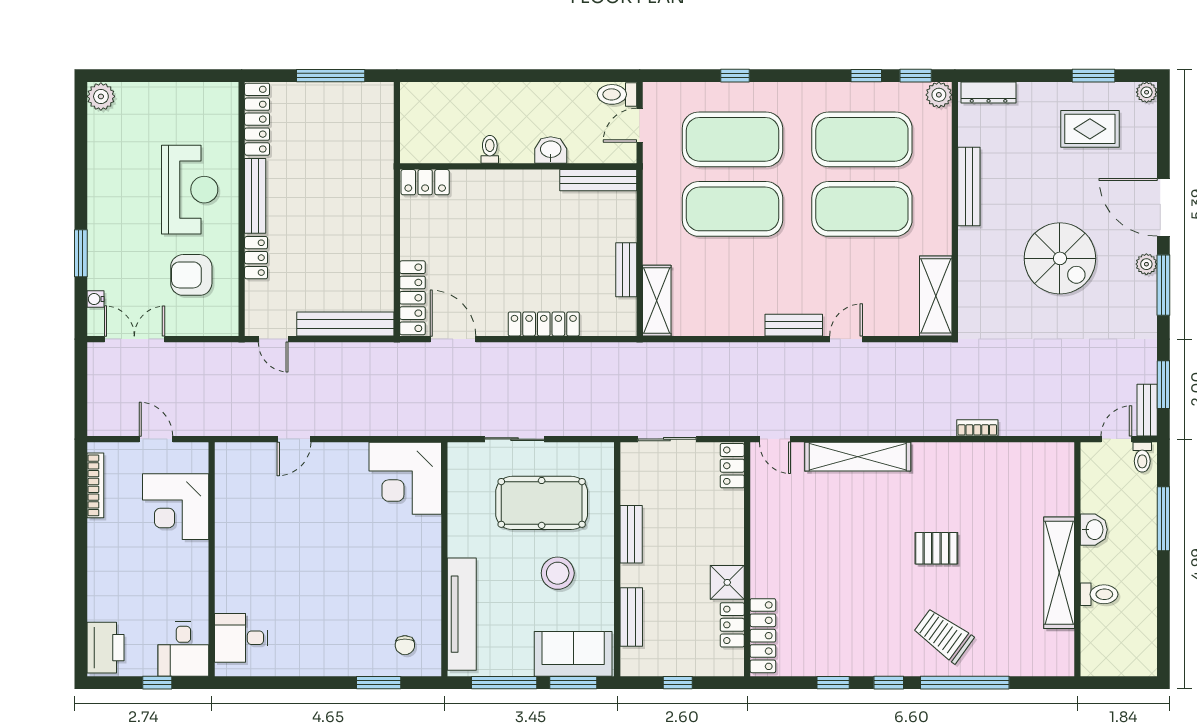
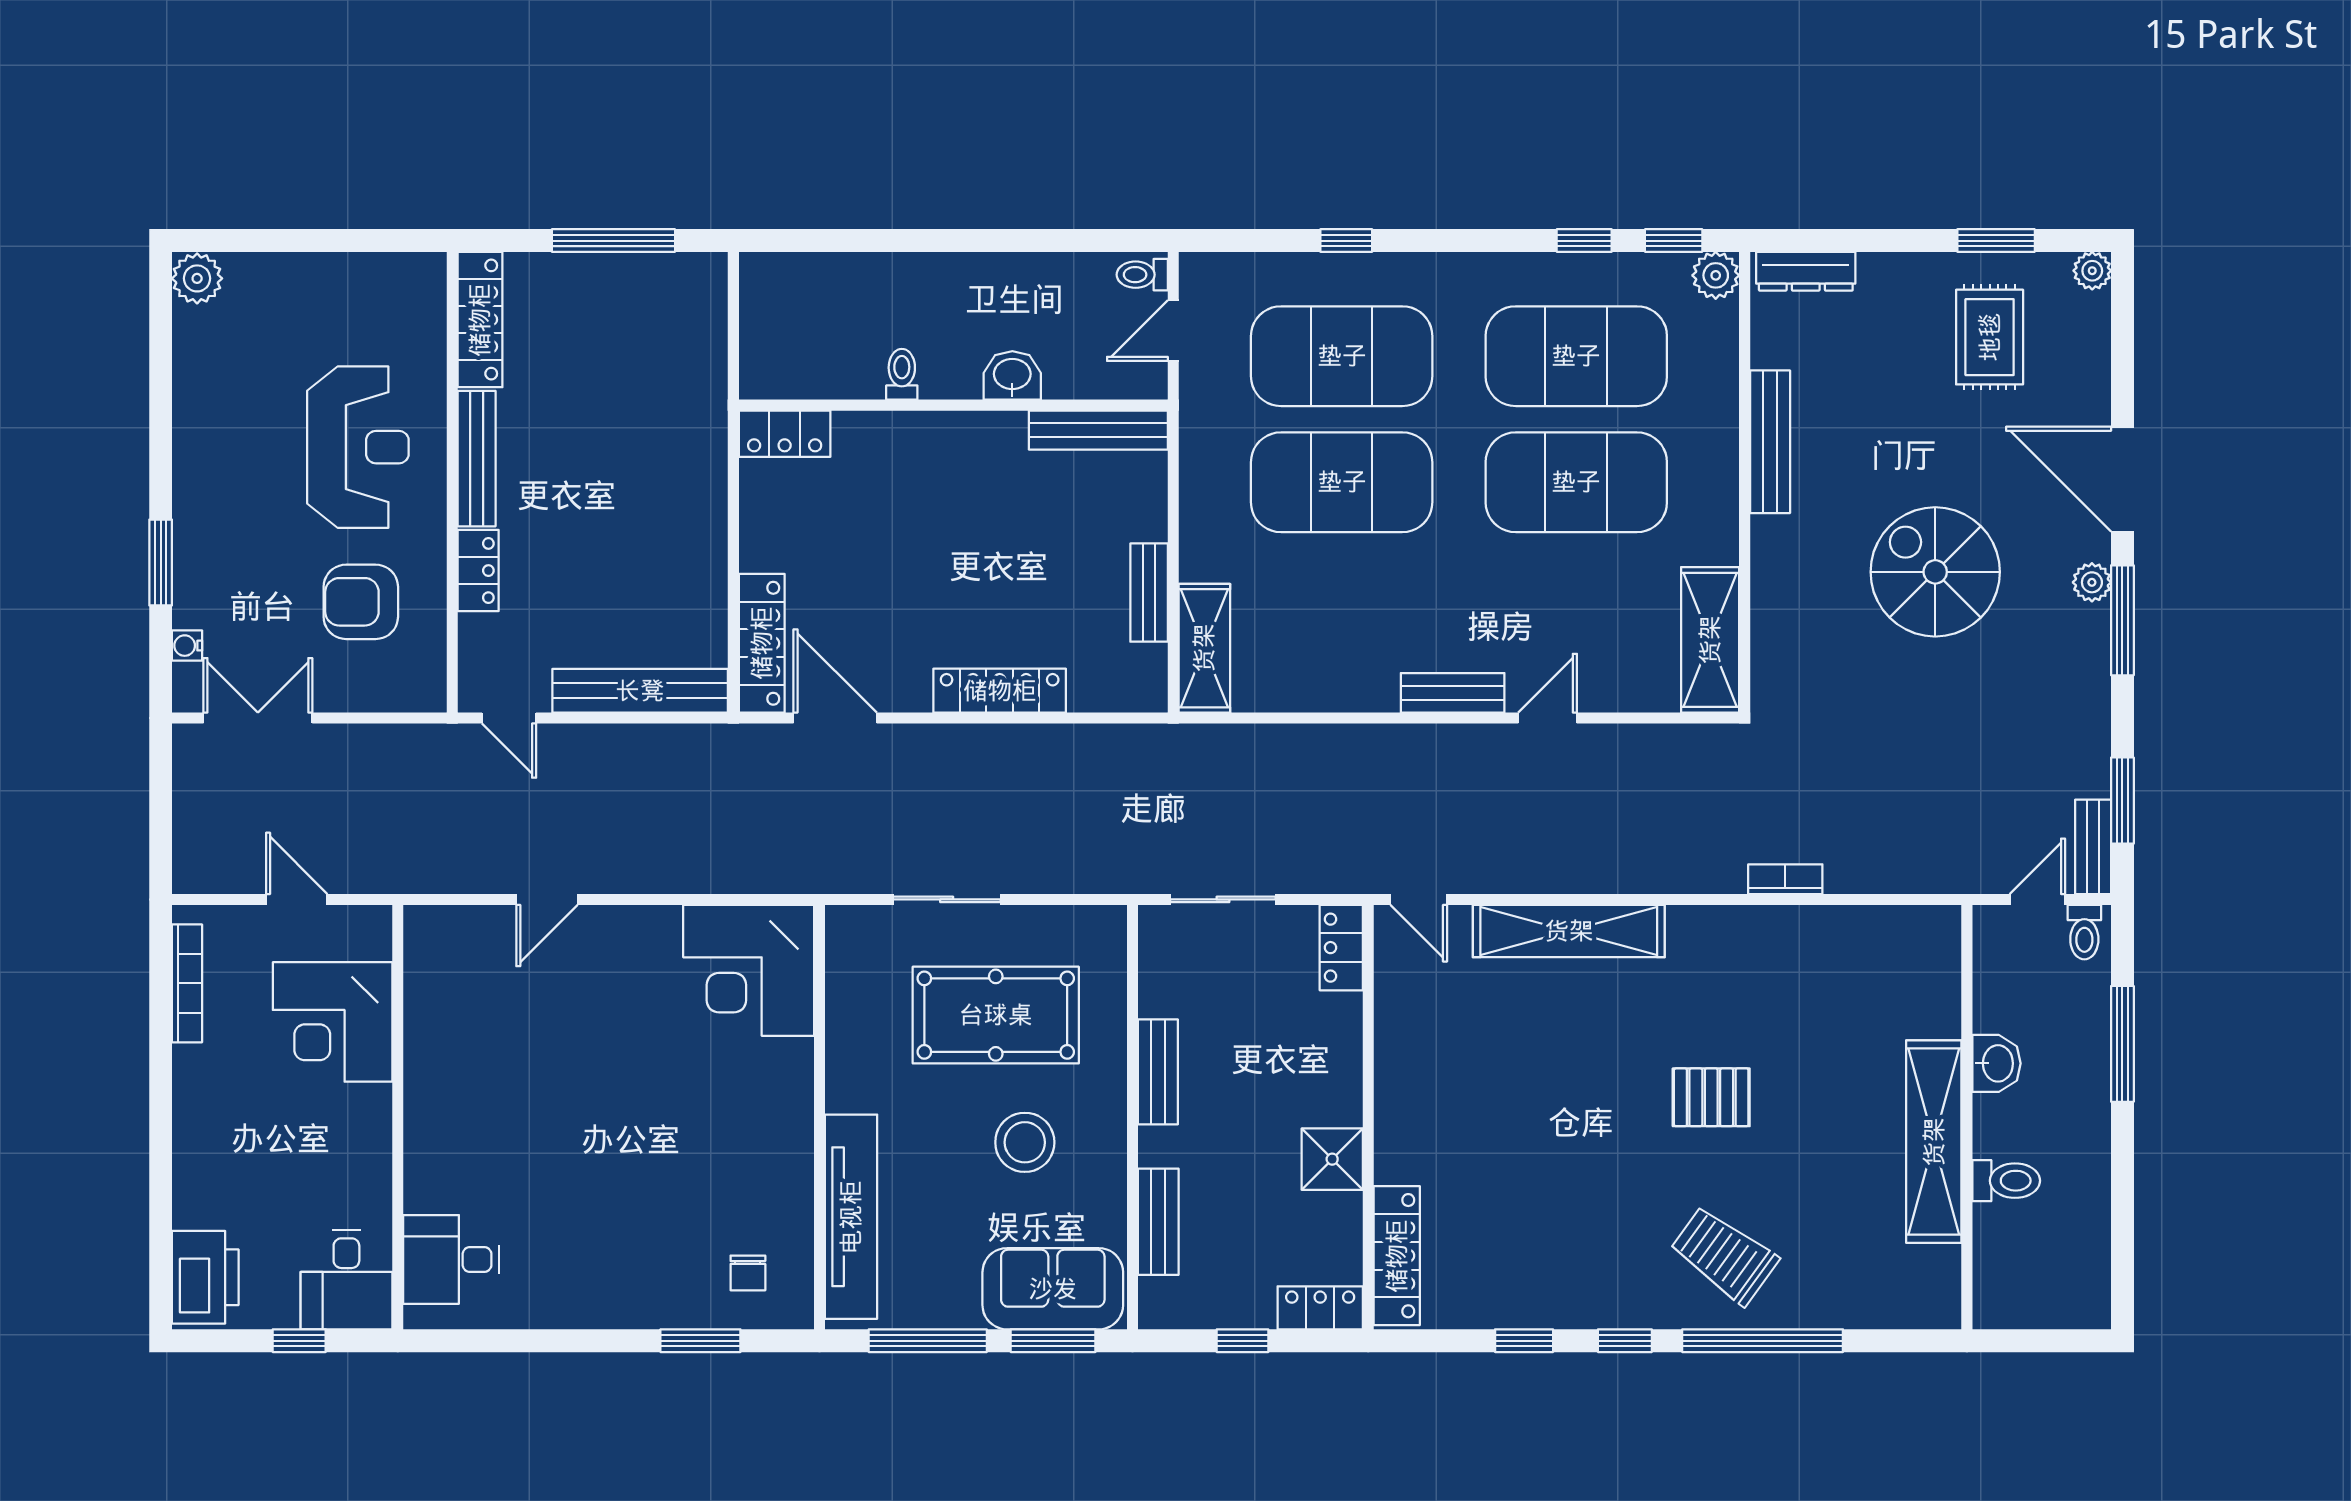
toilet: (617, 94) -> (1142, 275), width x0.73, depth x0.72
rug: (1090, 129) -> (1990, 337), turned 90
spiral stairs: (1060, 258) -> (1935, 572), turned 180
locker: (732, 625) -> (1320, 1308), moved, turned 90

